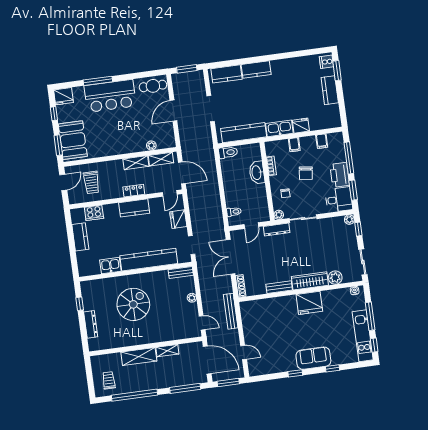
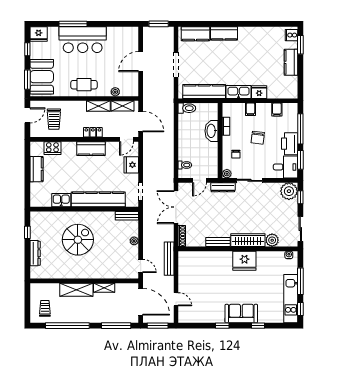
cafe table: (153, 86) -> (84, 85), moved
plant: (349, 220) -> (289, 191), width x1.87, depth x1.87

